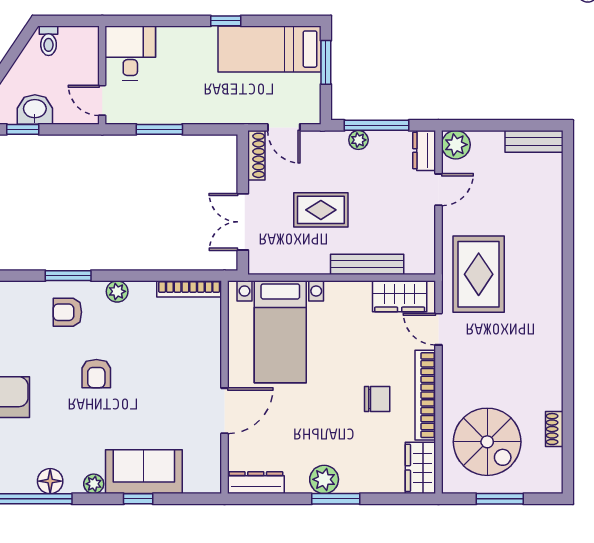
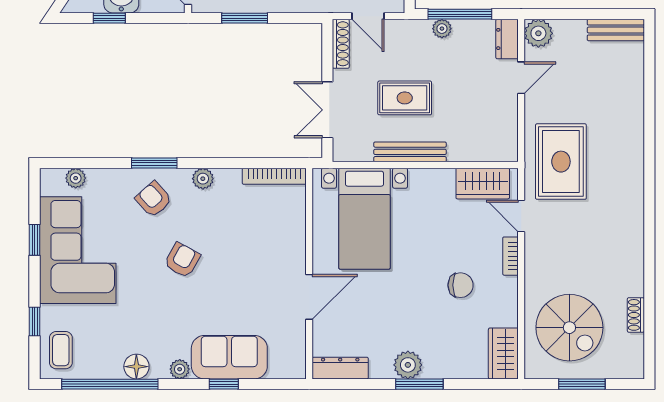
bench: (367, 264) -> (410, 152), moved
armchair: (67, 312) -> (154, 199), turned 48
armchair: (96, 374) -> (182, 260), turned -151
bookcase: (425, 395) -> (510, 256), width x0.43, depth x0.76

